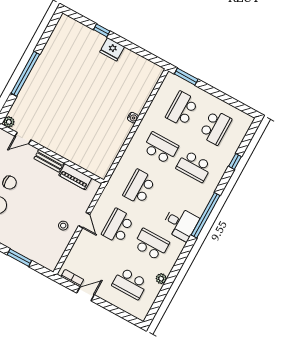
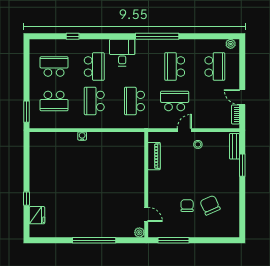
fridge: (112, 49) -> (37, 215), moved
bench: (49, 161) -> (234, 146), moved
school desk: (139, 187) -> (134, 101), turned 90
window: (206, 215) -> (157, 36), moved
desk: (180, 223) -> (122, 53), moved
school desk: (118, 226) -> (175, 101), turned 180
plant: (161, 279) -> (231, 44), moved

